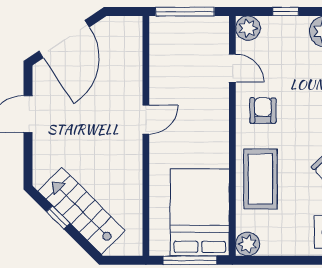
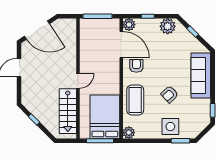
door: (64, 39) -> (37, 30), hinge flipped
door: (232, 68) -> (121, 45), width x1.88
door: (146, 120) -> (78, 81), moved
stairs: (81, 211) -> (68, 111), moved, turned -135

